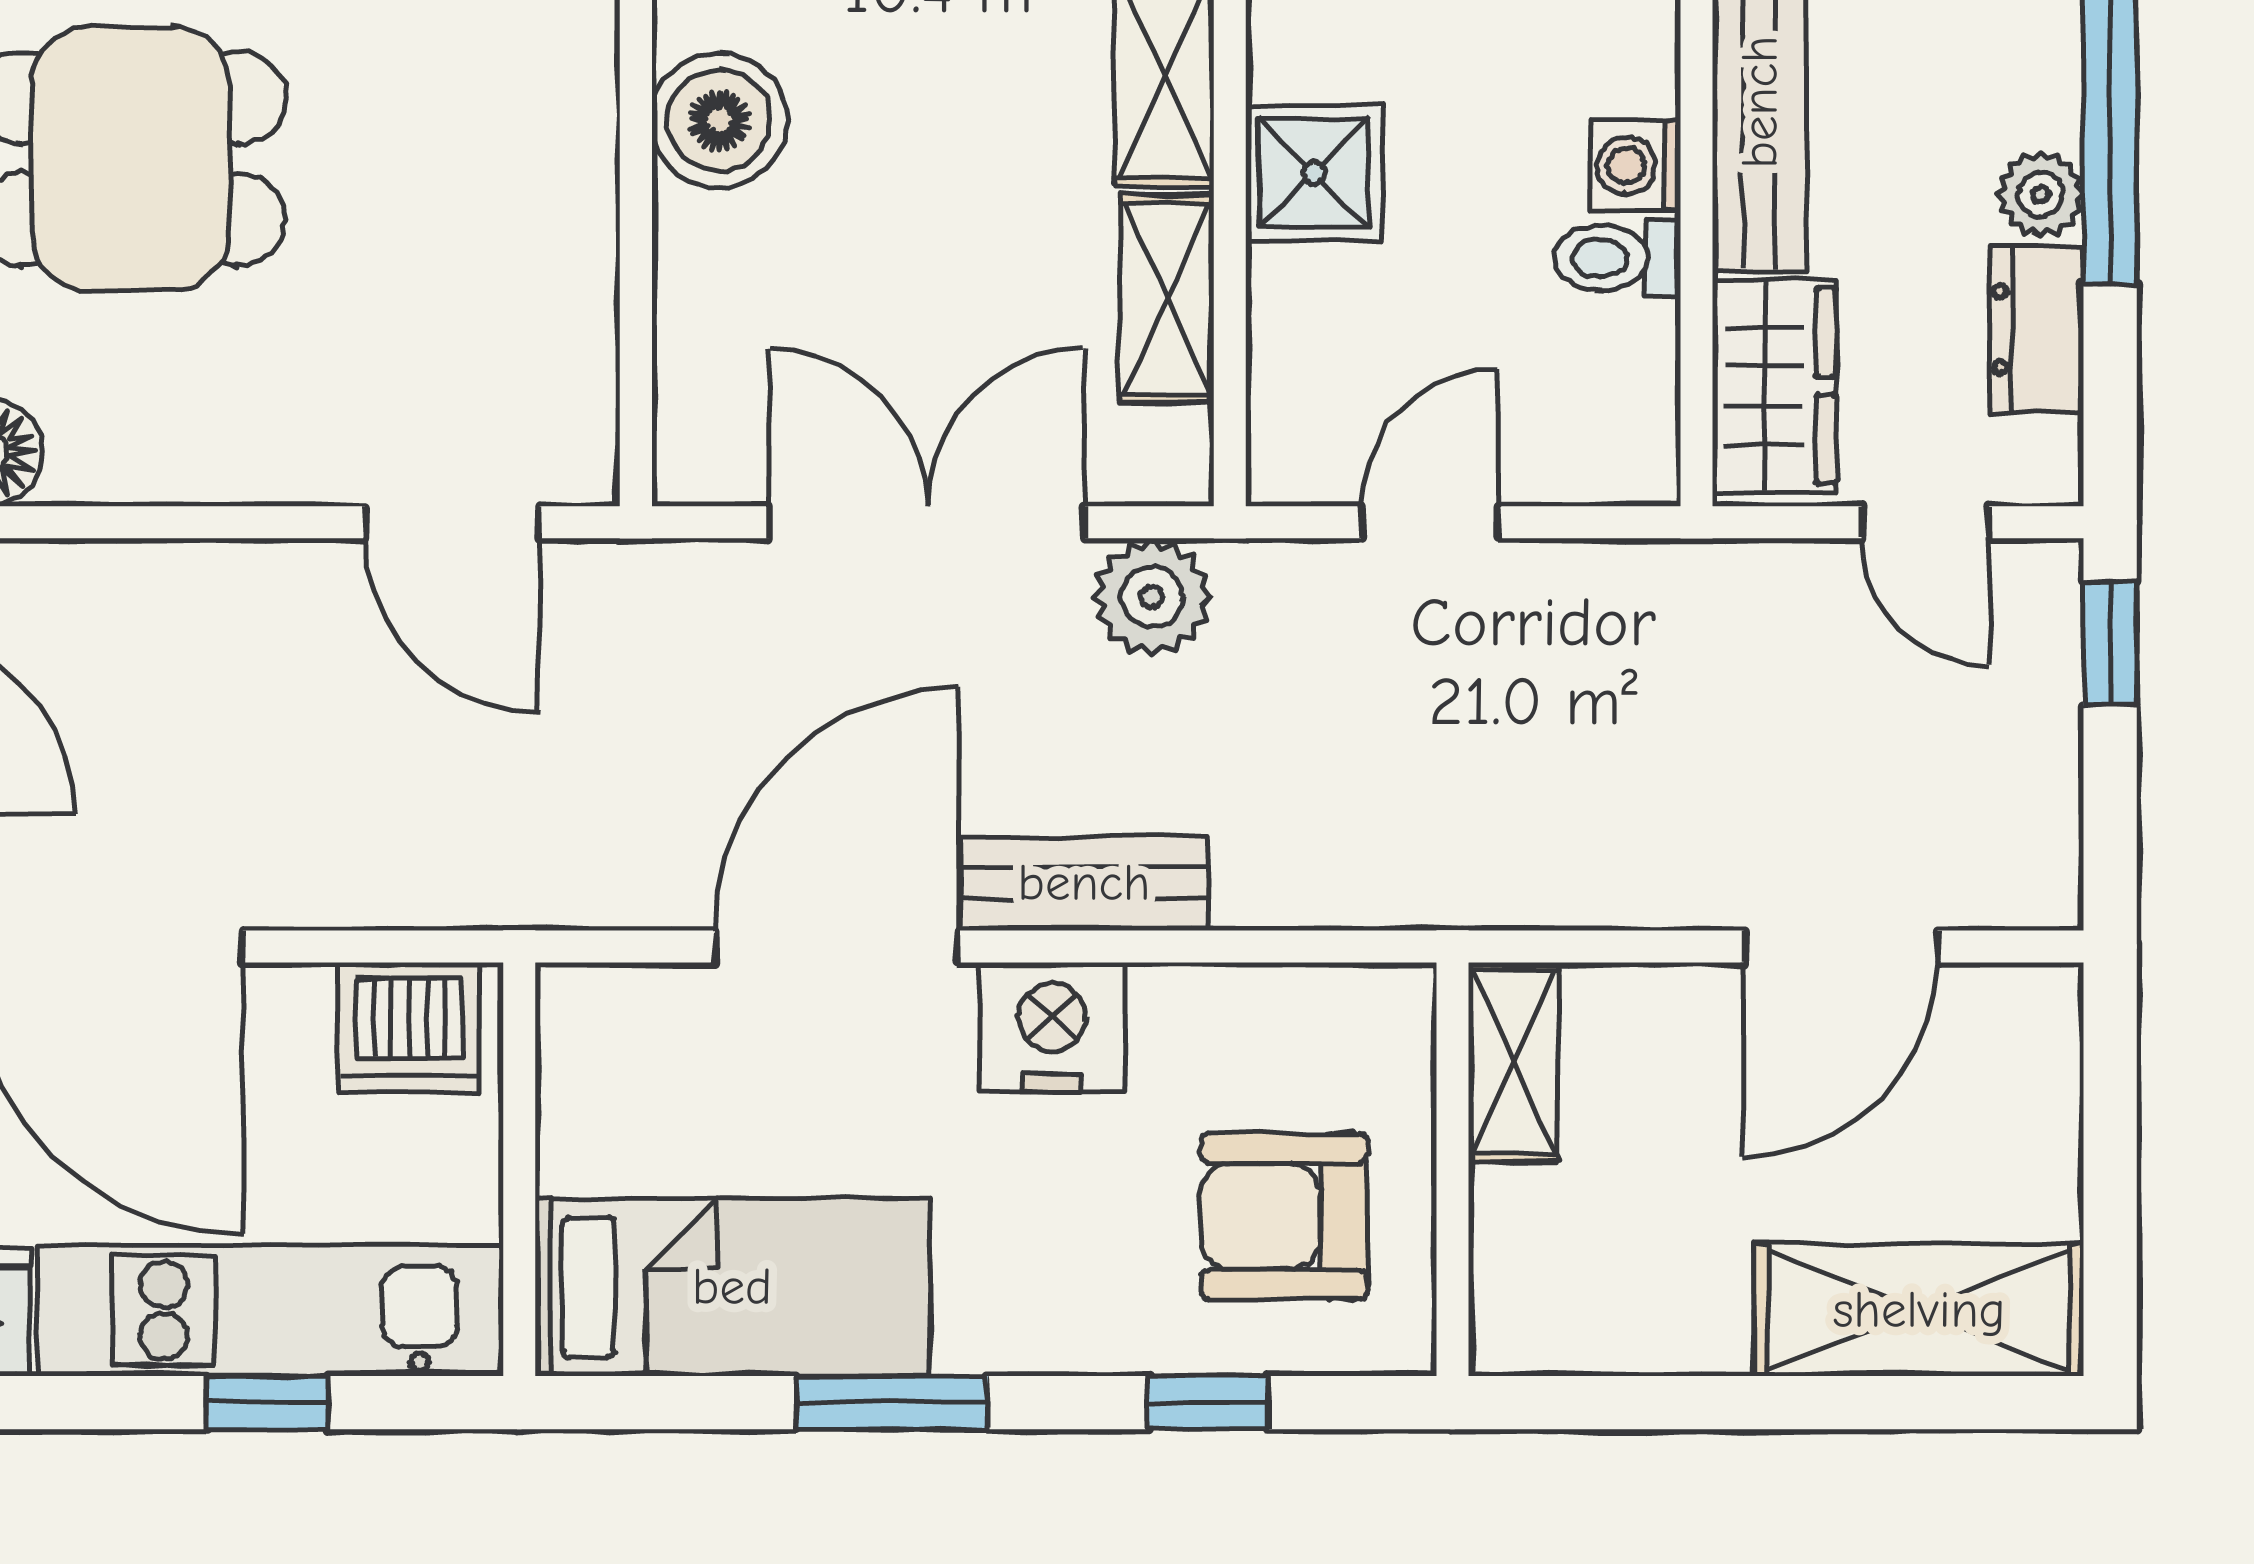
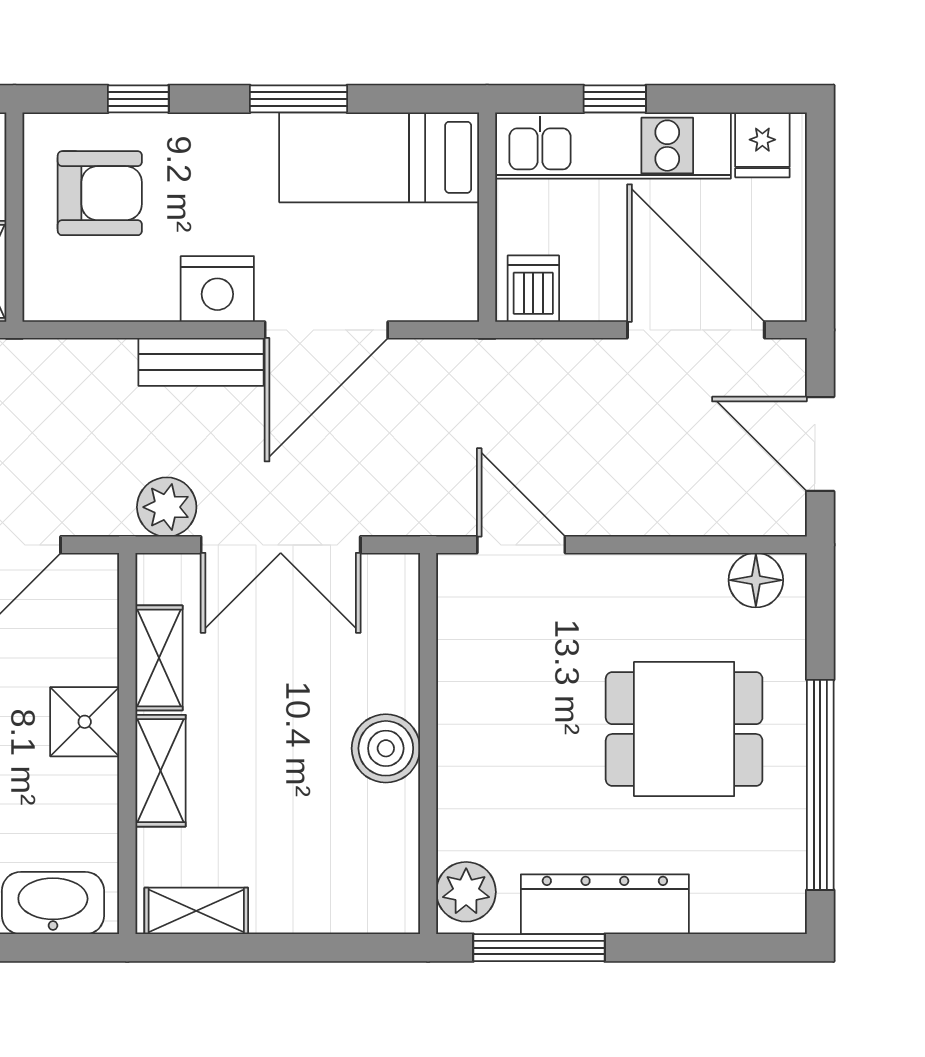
dishwasher: (409, 1028) -> (533, 289), width x0.73

